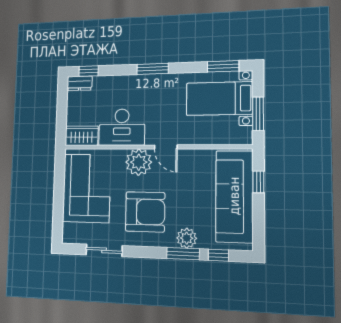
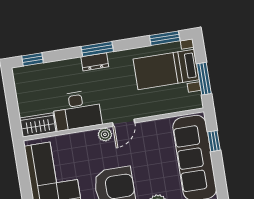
dresser: (80, 83) -> (95, 62), moved
door: (166, 147) -> (124, 123), hinge flipped
plant: (139, 162) -> (105, 134), width x0.53, depth x0.53

